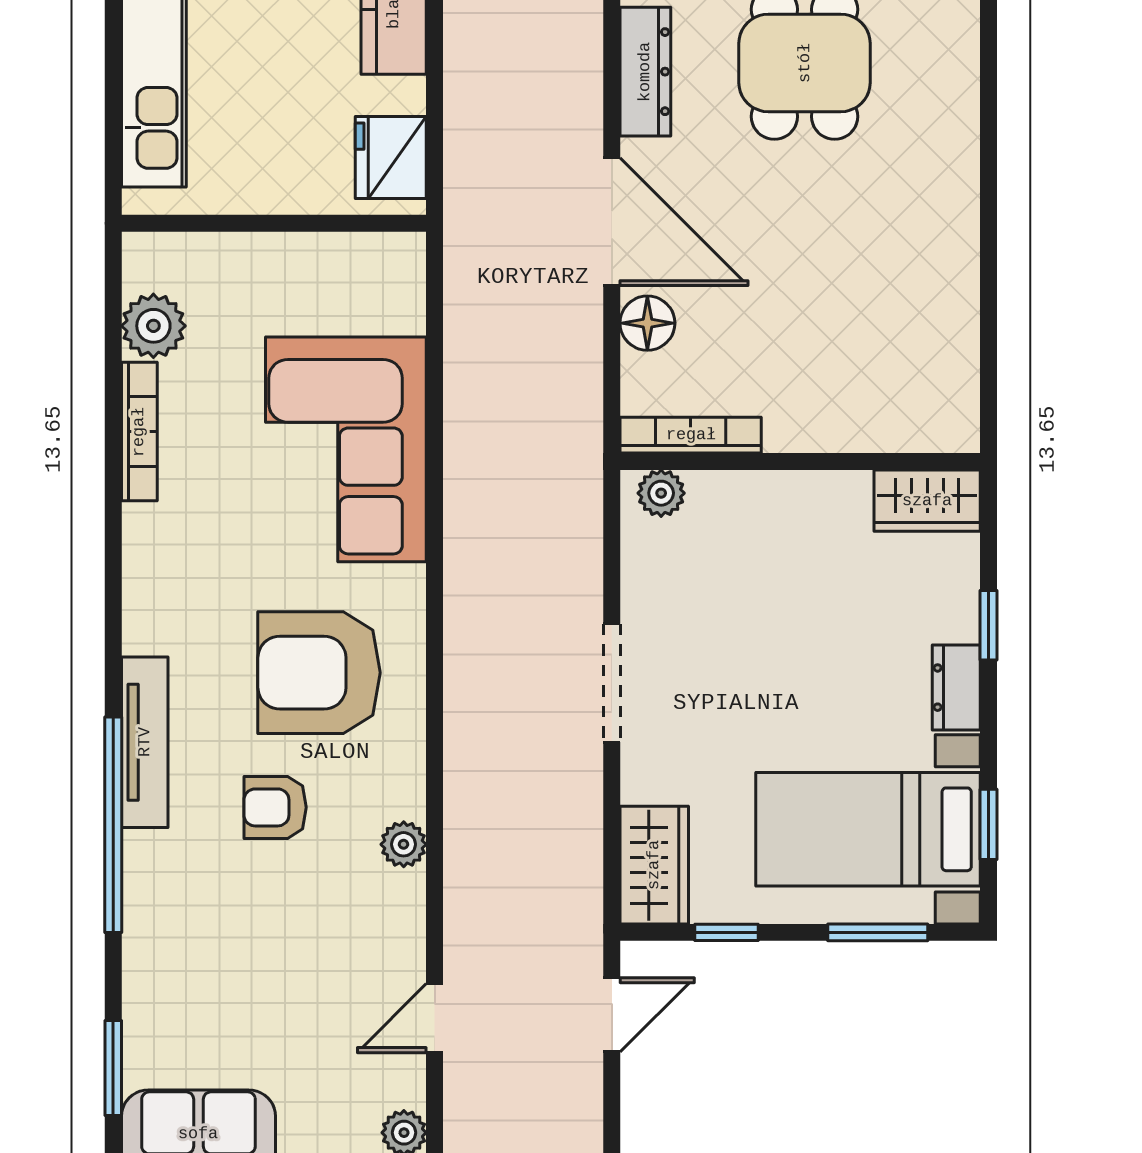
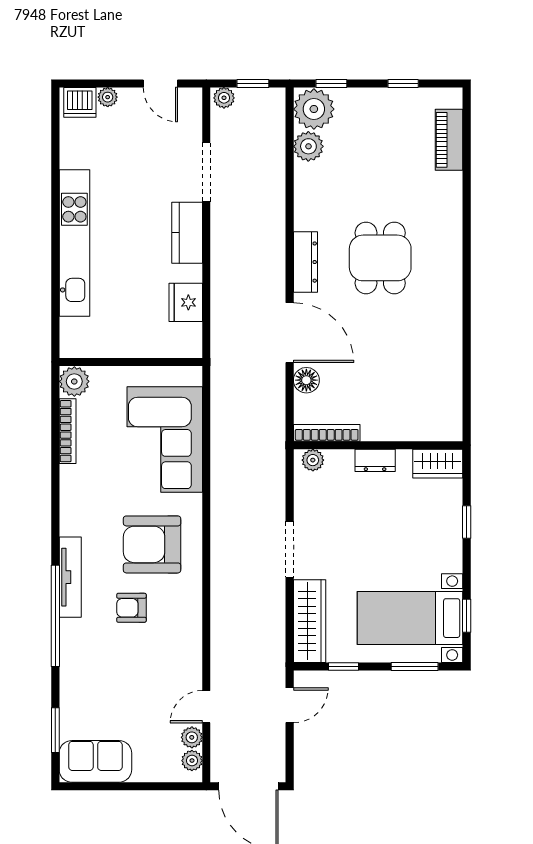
wall: (274, 223) -> (131, 362), moved
dresser: (956, 688) -> (375, 460), moved, turned -90
plant: (404, 844) -> (192, 737), moved
wardrobe: (654, 865) -> (310, 621), width x1.50

